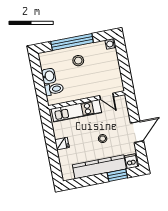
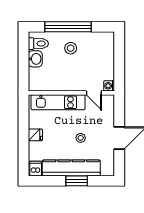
washing machine: (111, 44) -> (109, 86), moved
toilet: (54, 89) -> (38, 44), moved
dishwasher: (131, 161) -> (36, 169), moved
window: (117, 175) -> (77, 181), moved

